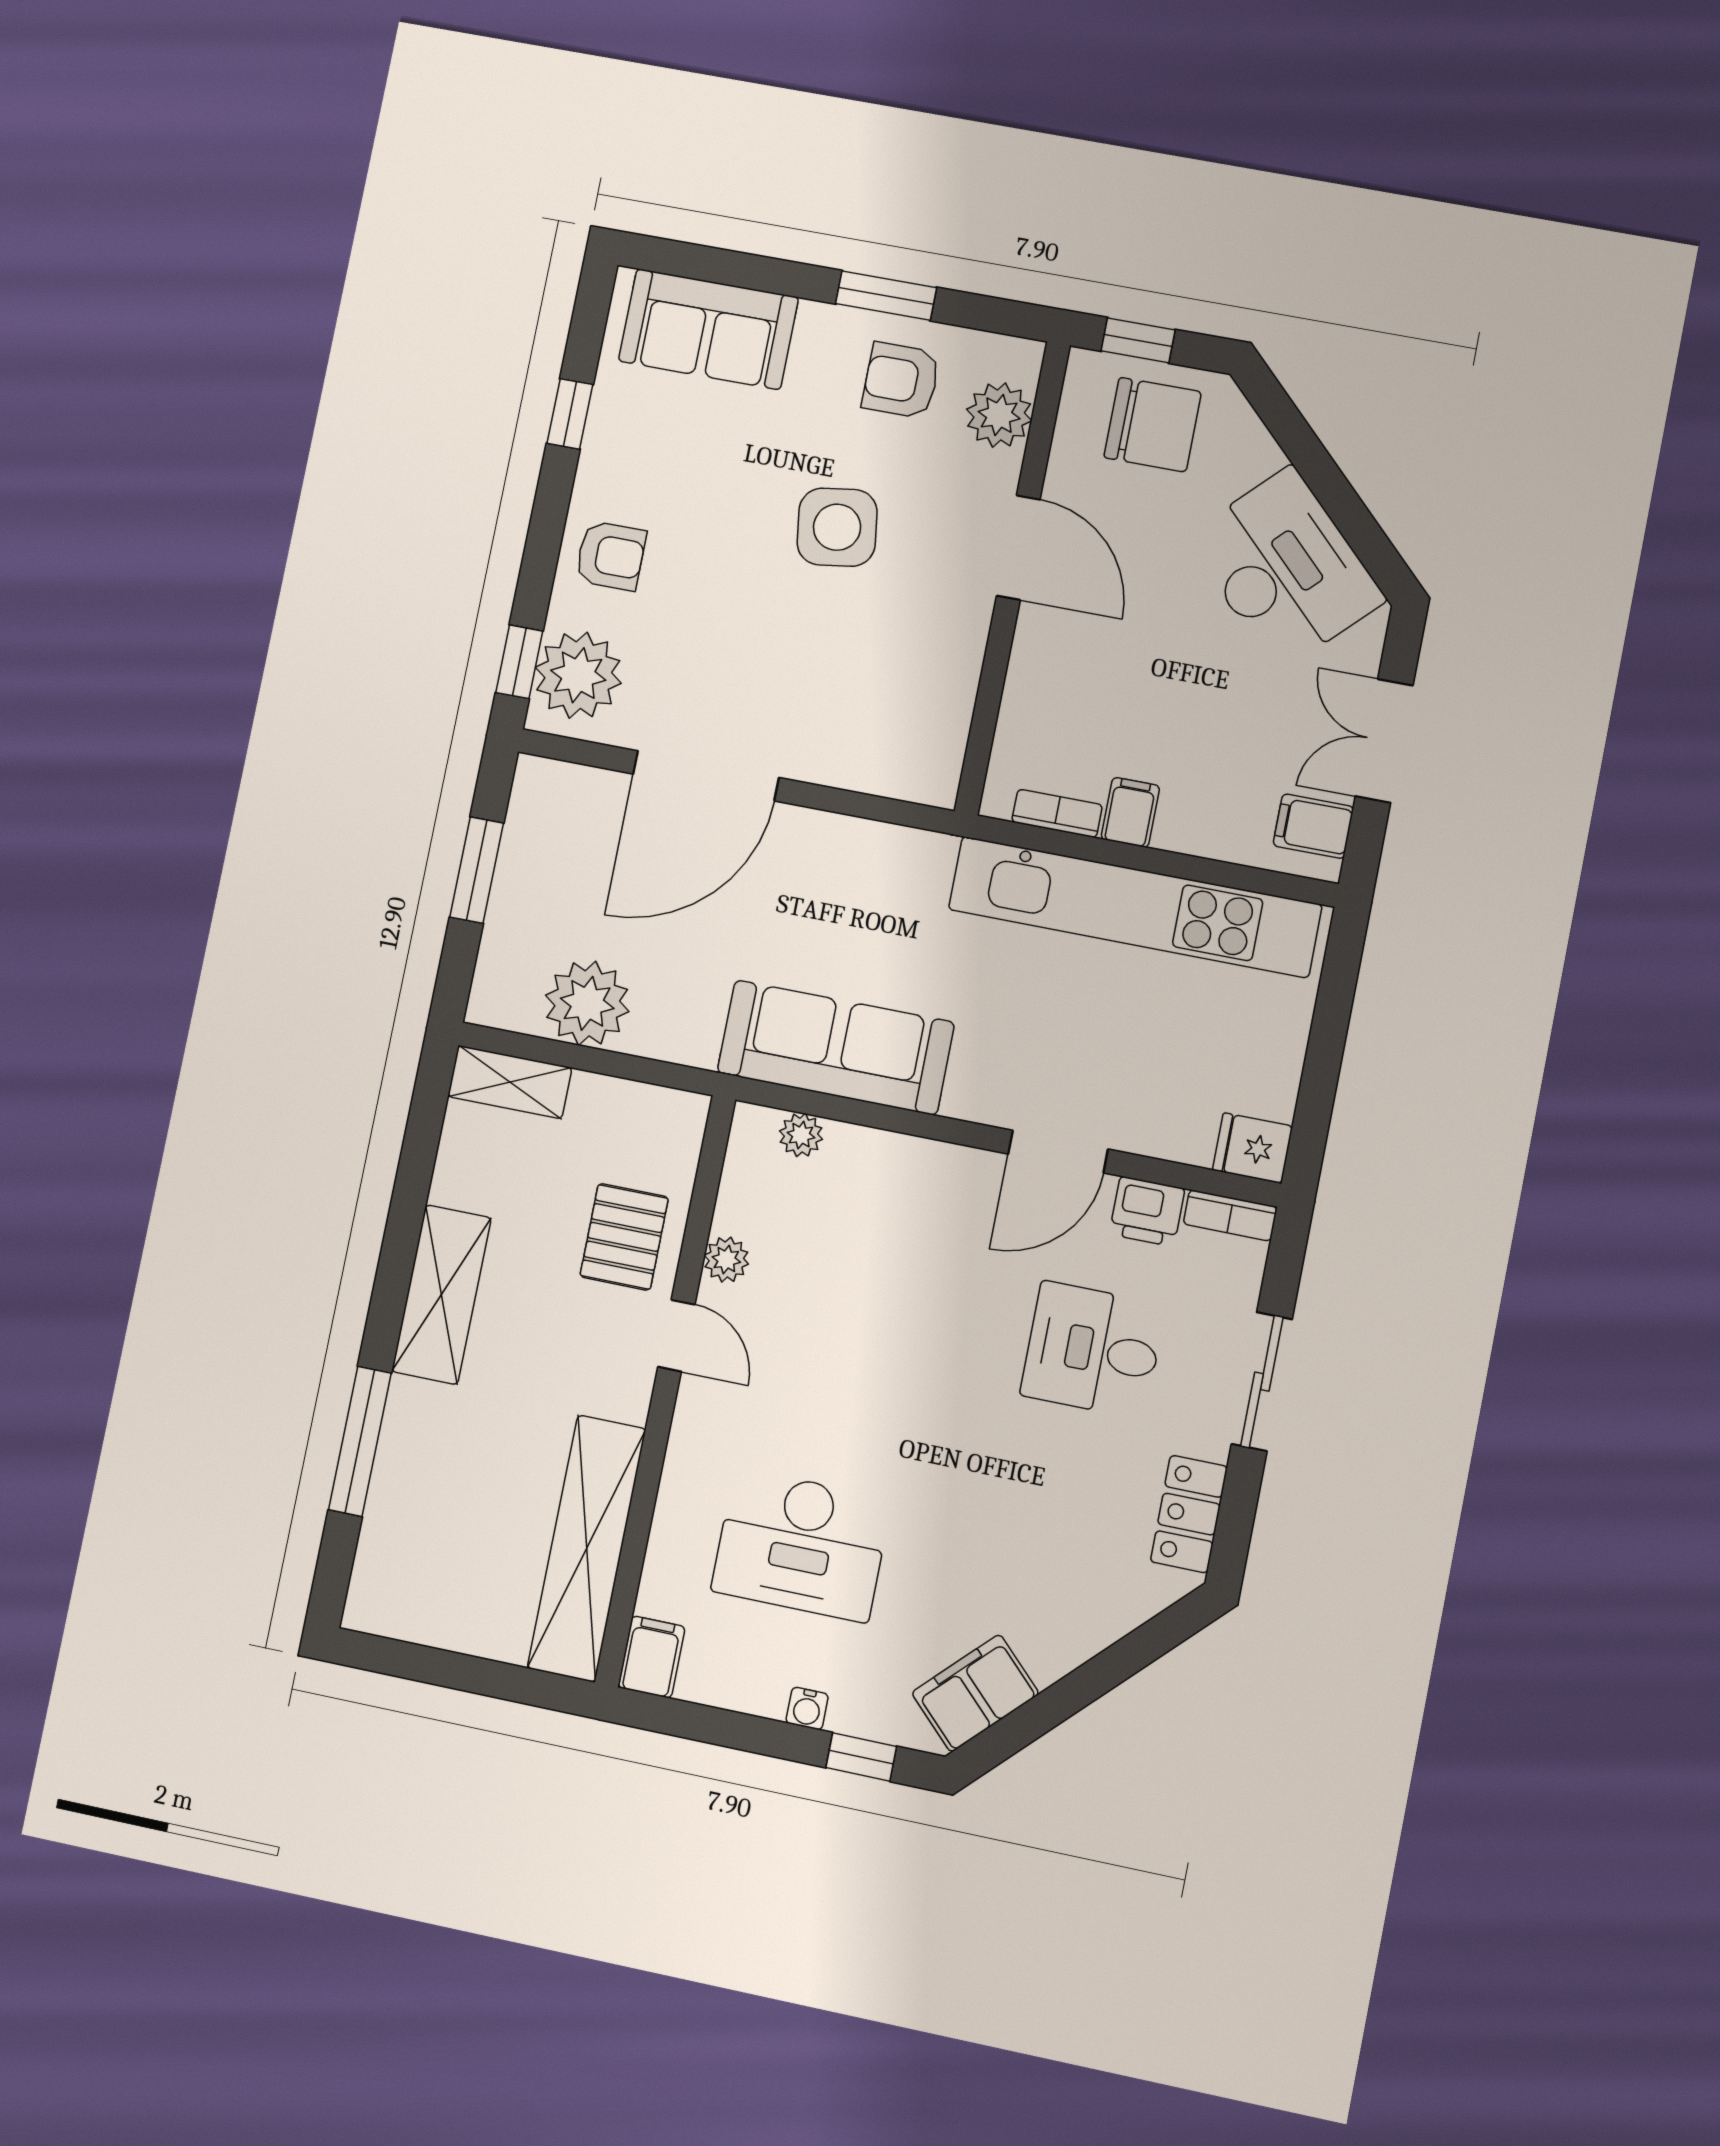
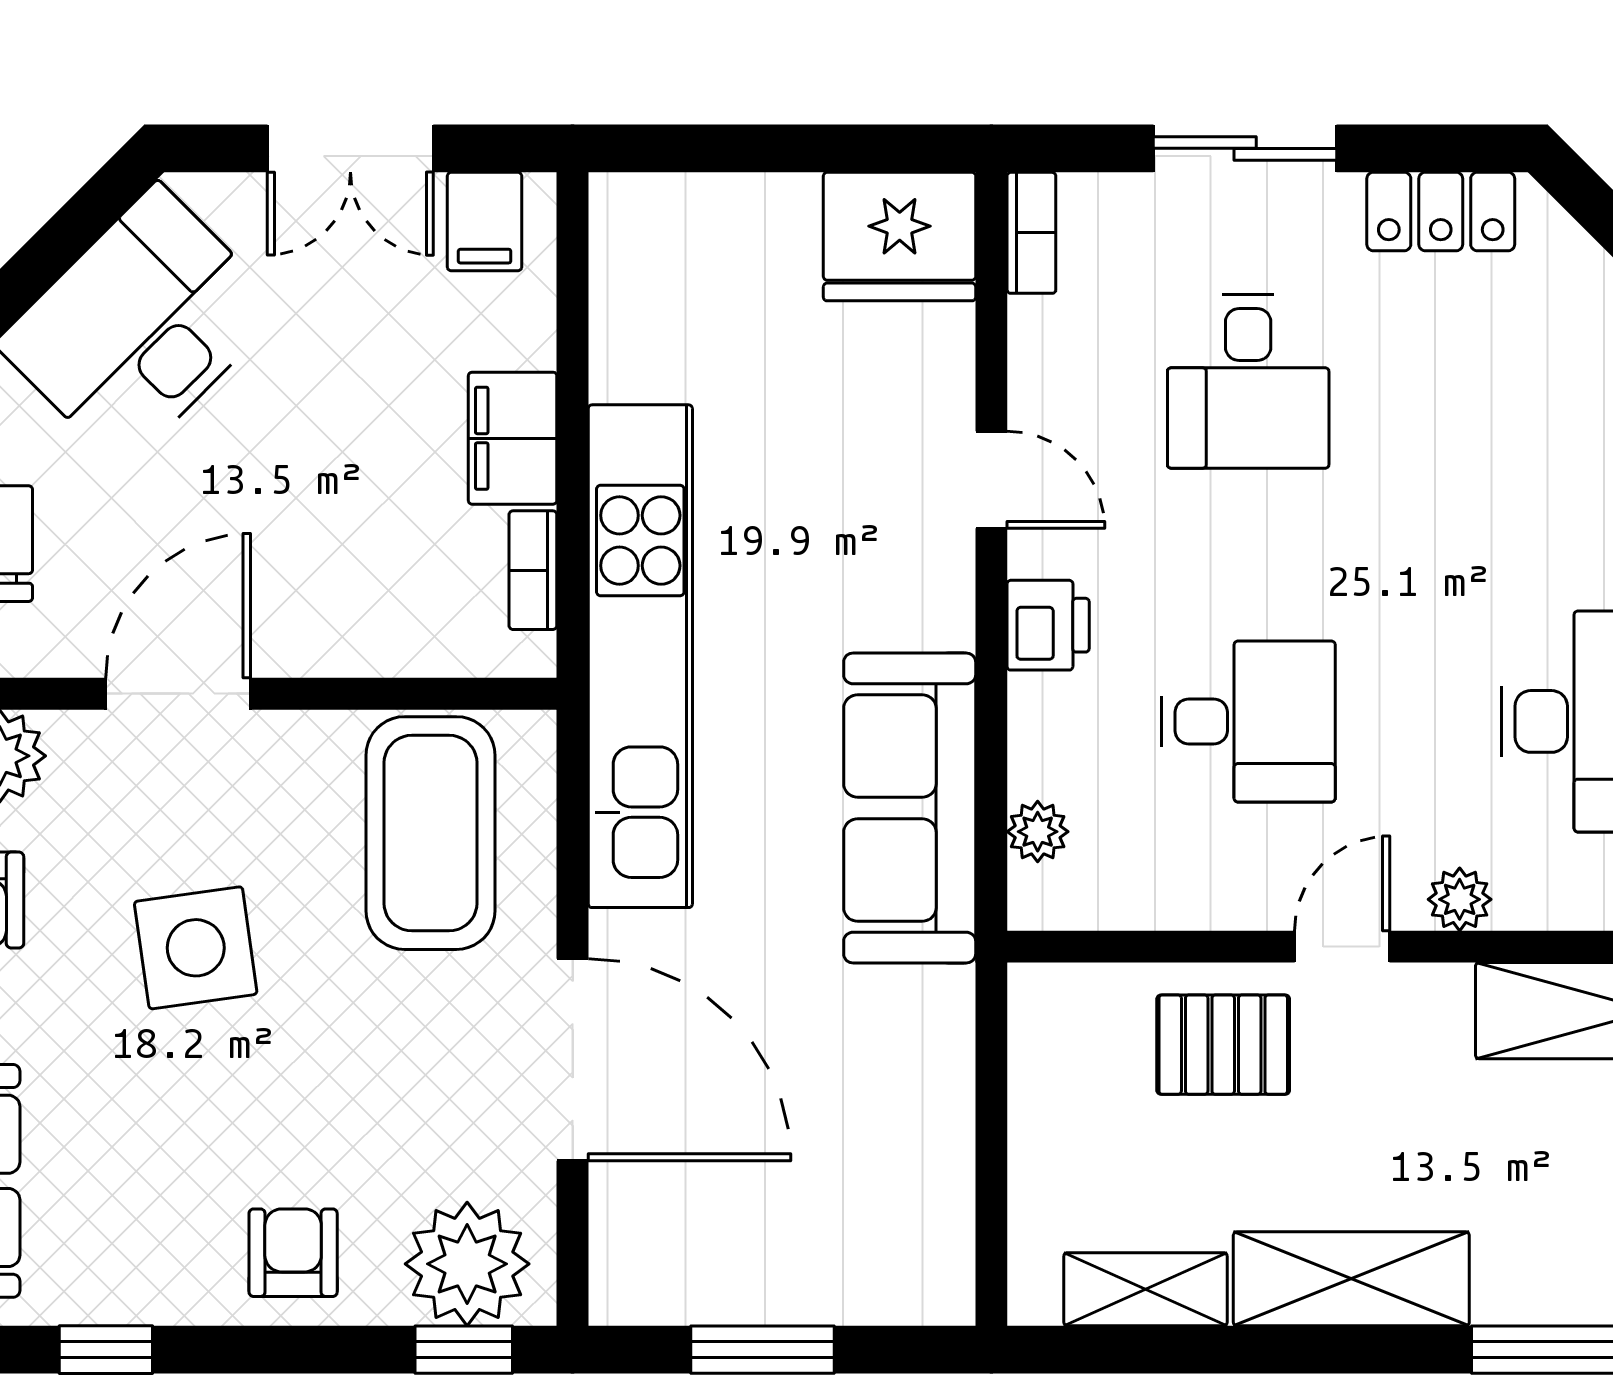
coffee table: (885, 706) -> (430, 833), added
filing cabinet: (1130, 812) -> (513, 438), width x2.00
kitchen unit: (1135, 907) -> (640, 656), moved
plant: (587, 1003) -> (916, 1160), removed
shelving: (510, 1082) -> (1145, 1289), moved, turned 90
fridge: (1253, 1148) -> (900, 237), width x1.88, depth x1.34
door: (1058, 1152) -> (991, 480), width x0.73
printer: (1147, 1211) -> (1048, 625), moved
plant: (726, 1260) -> (1460, 899), moved
desk: (849, 1301) -> (1248, 721), added

